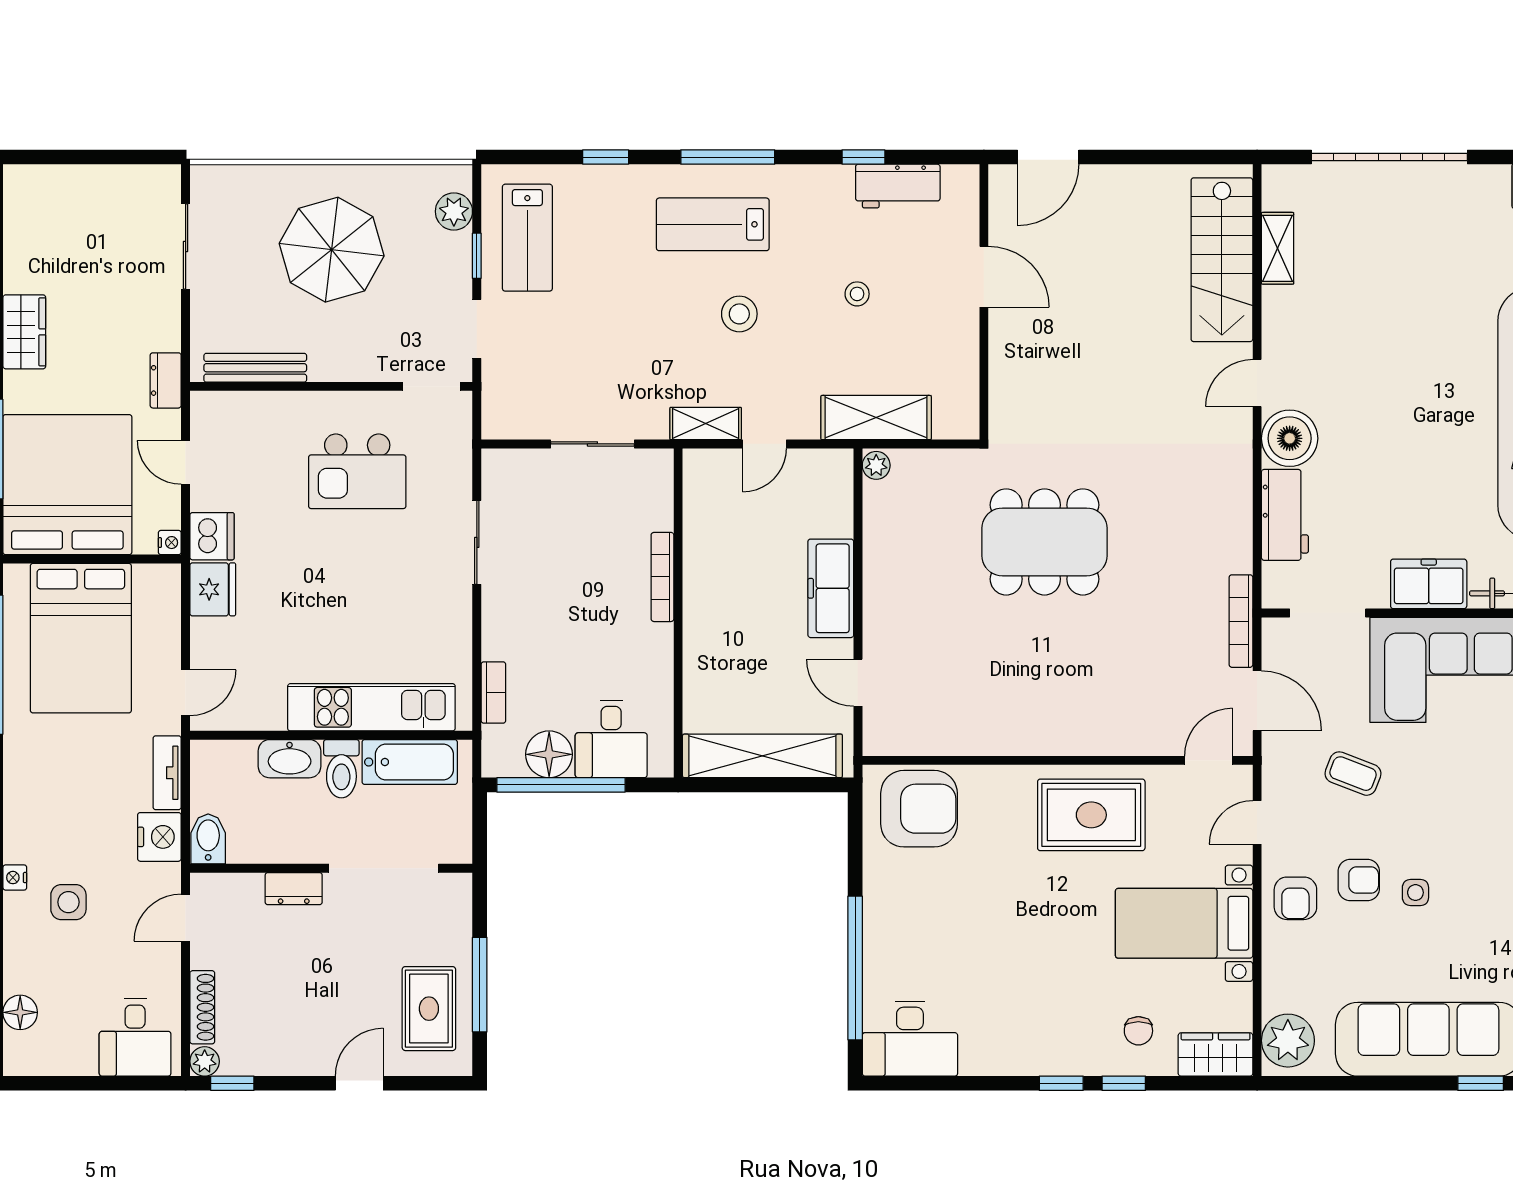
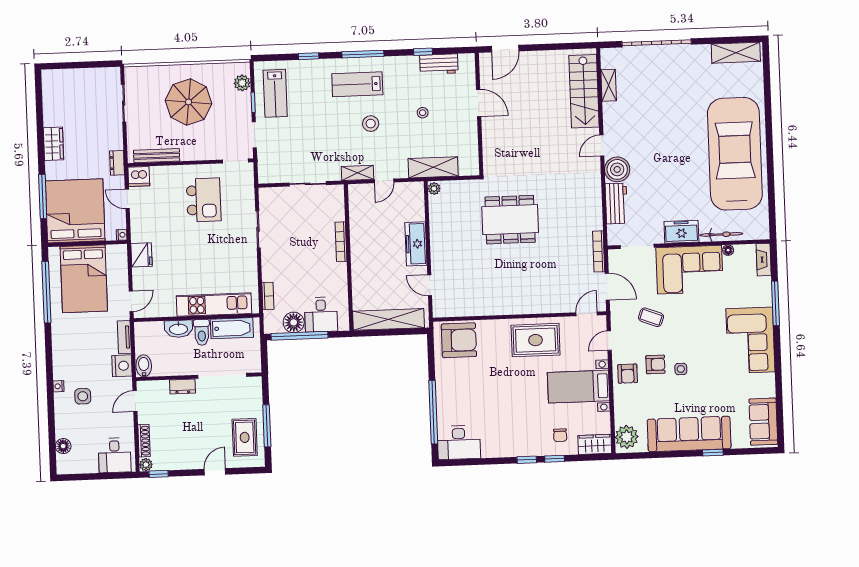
kitchen island: (357, 471) -> (204, 200), turned -90
dishwasher: (212, 536) -> (139, 177), moved, turned 90

